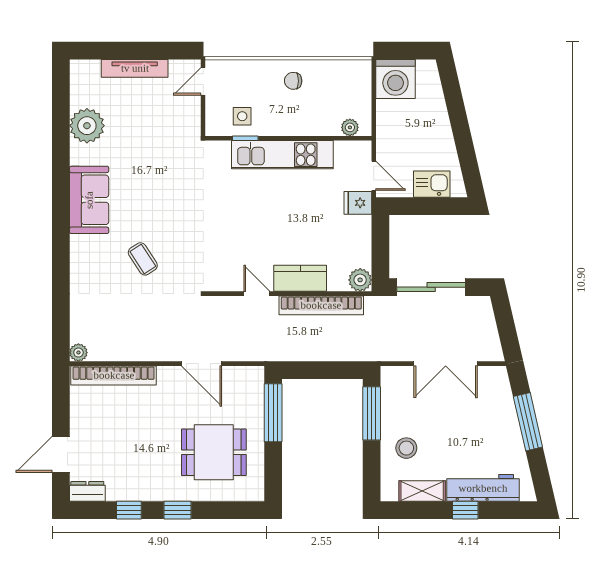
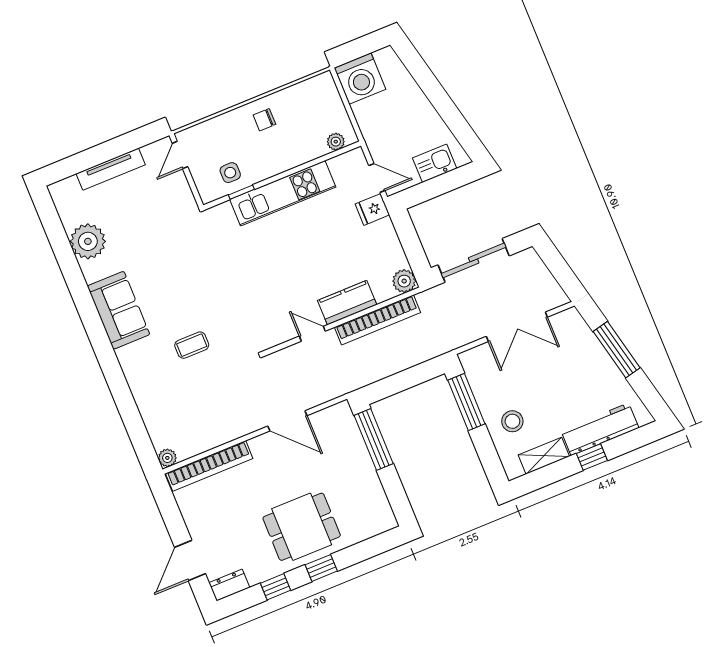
coffee table: (143, 259) -> (192, 345), turned -57
dining table: (214, 452) -> (302, 527), moved

